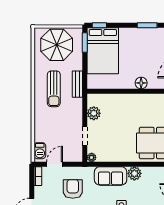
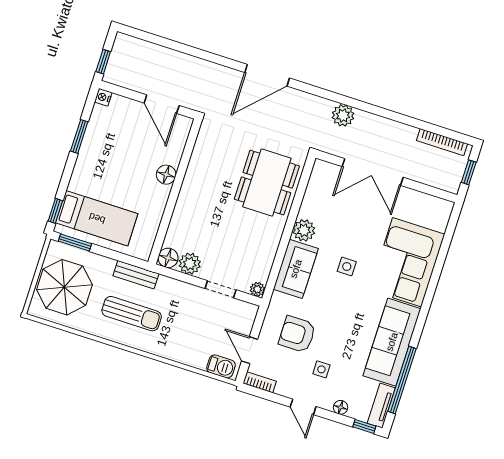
bed: (103, 51) -> (97, 218), width x0.67
floor lamp: (93, 100) -> (168, 258), added

